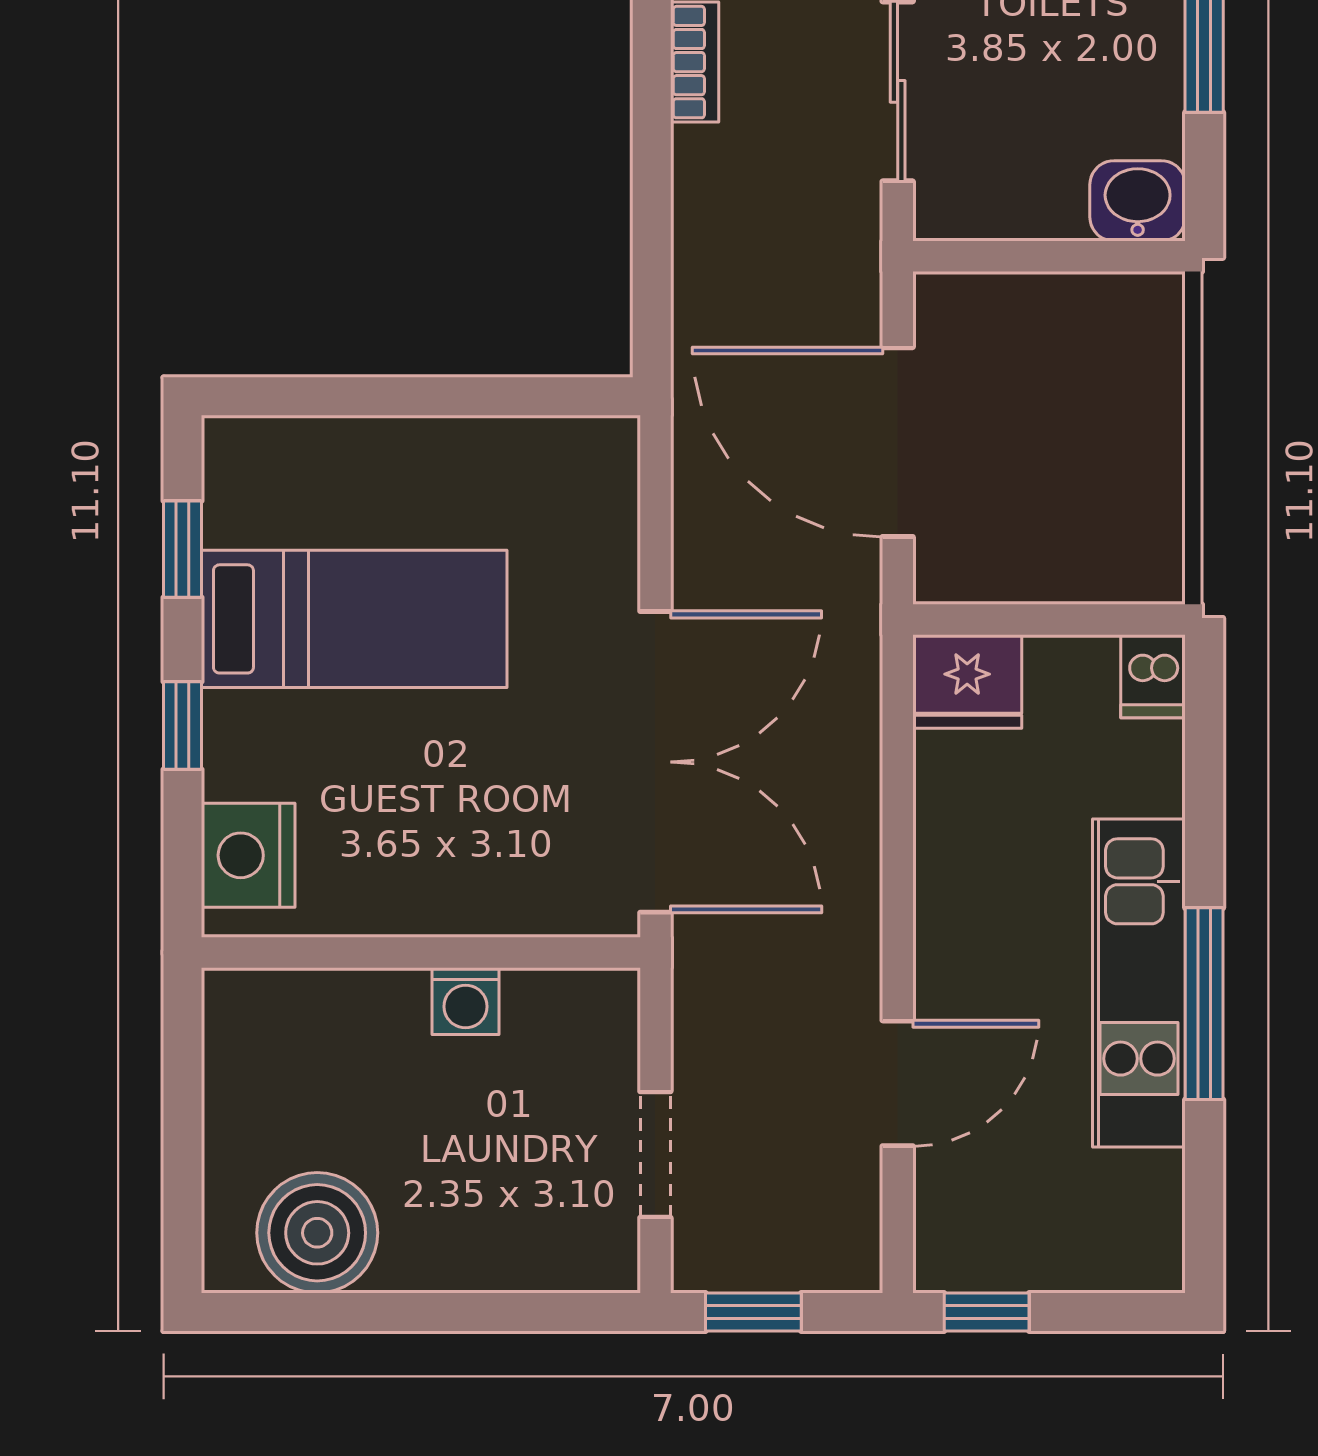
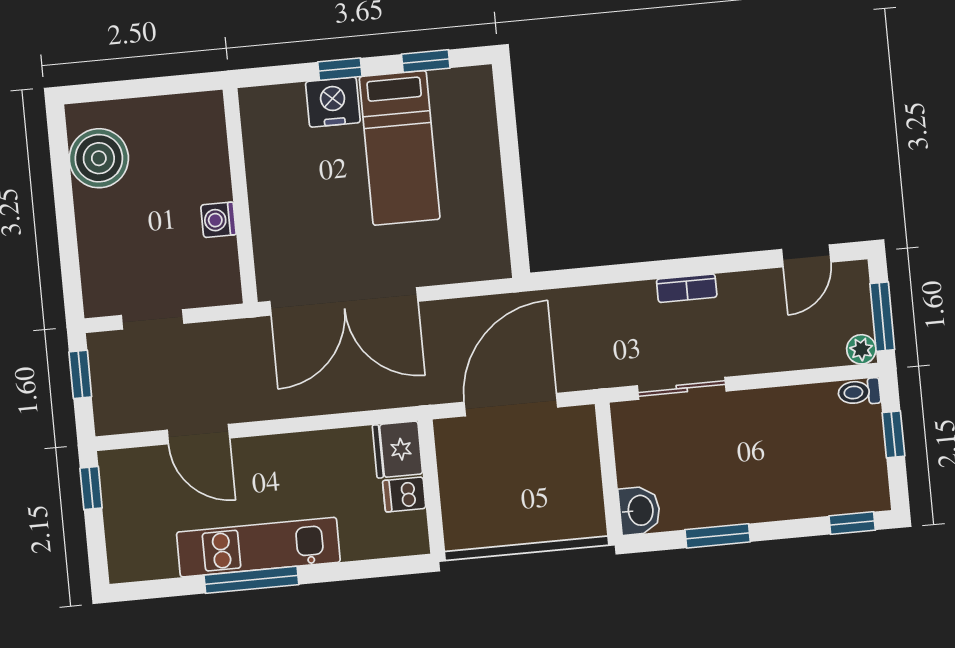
dishwasher: (1153, 676) -> (404, 494), moved
nightstand: (248, 855) -> (333, 102), moved

